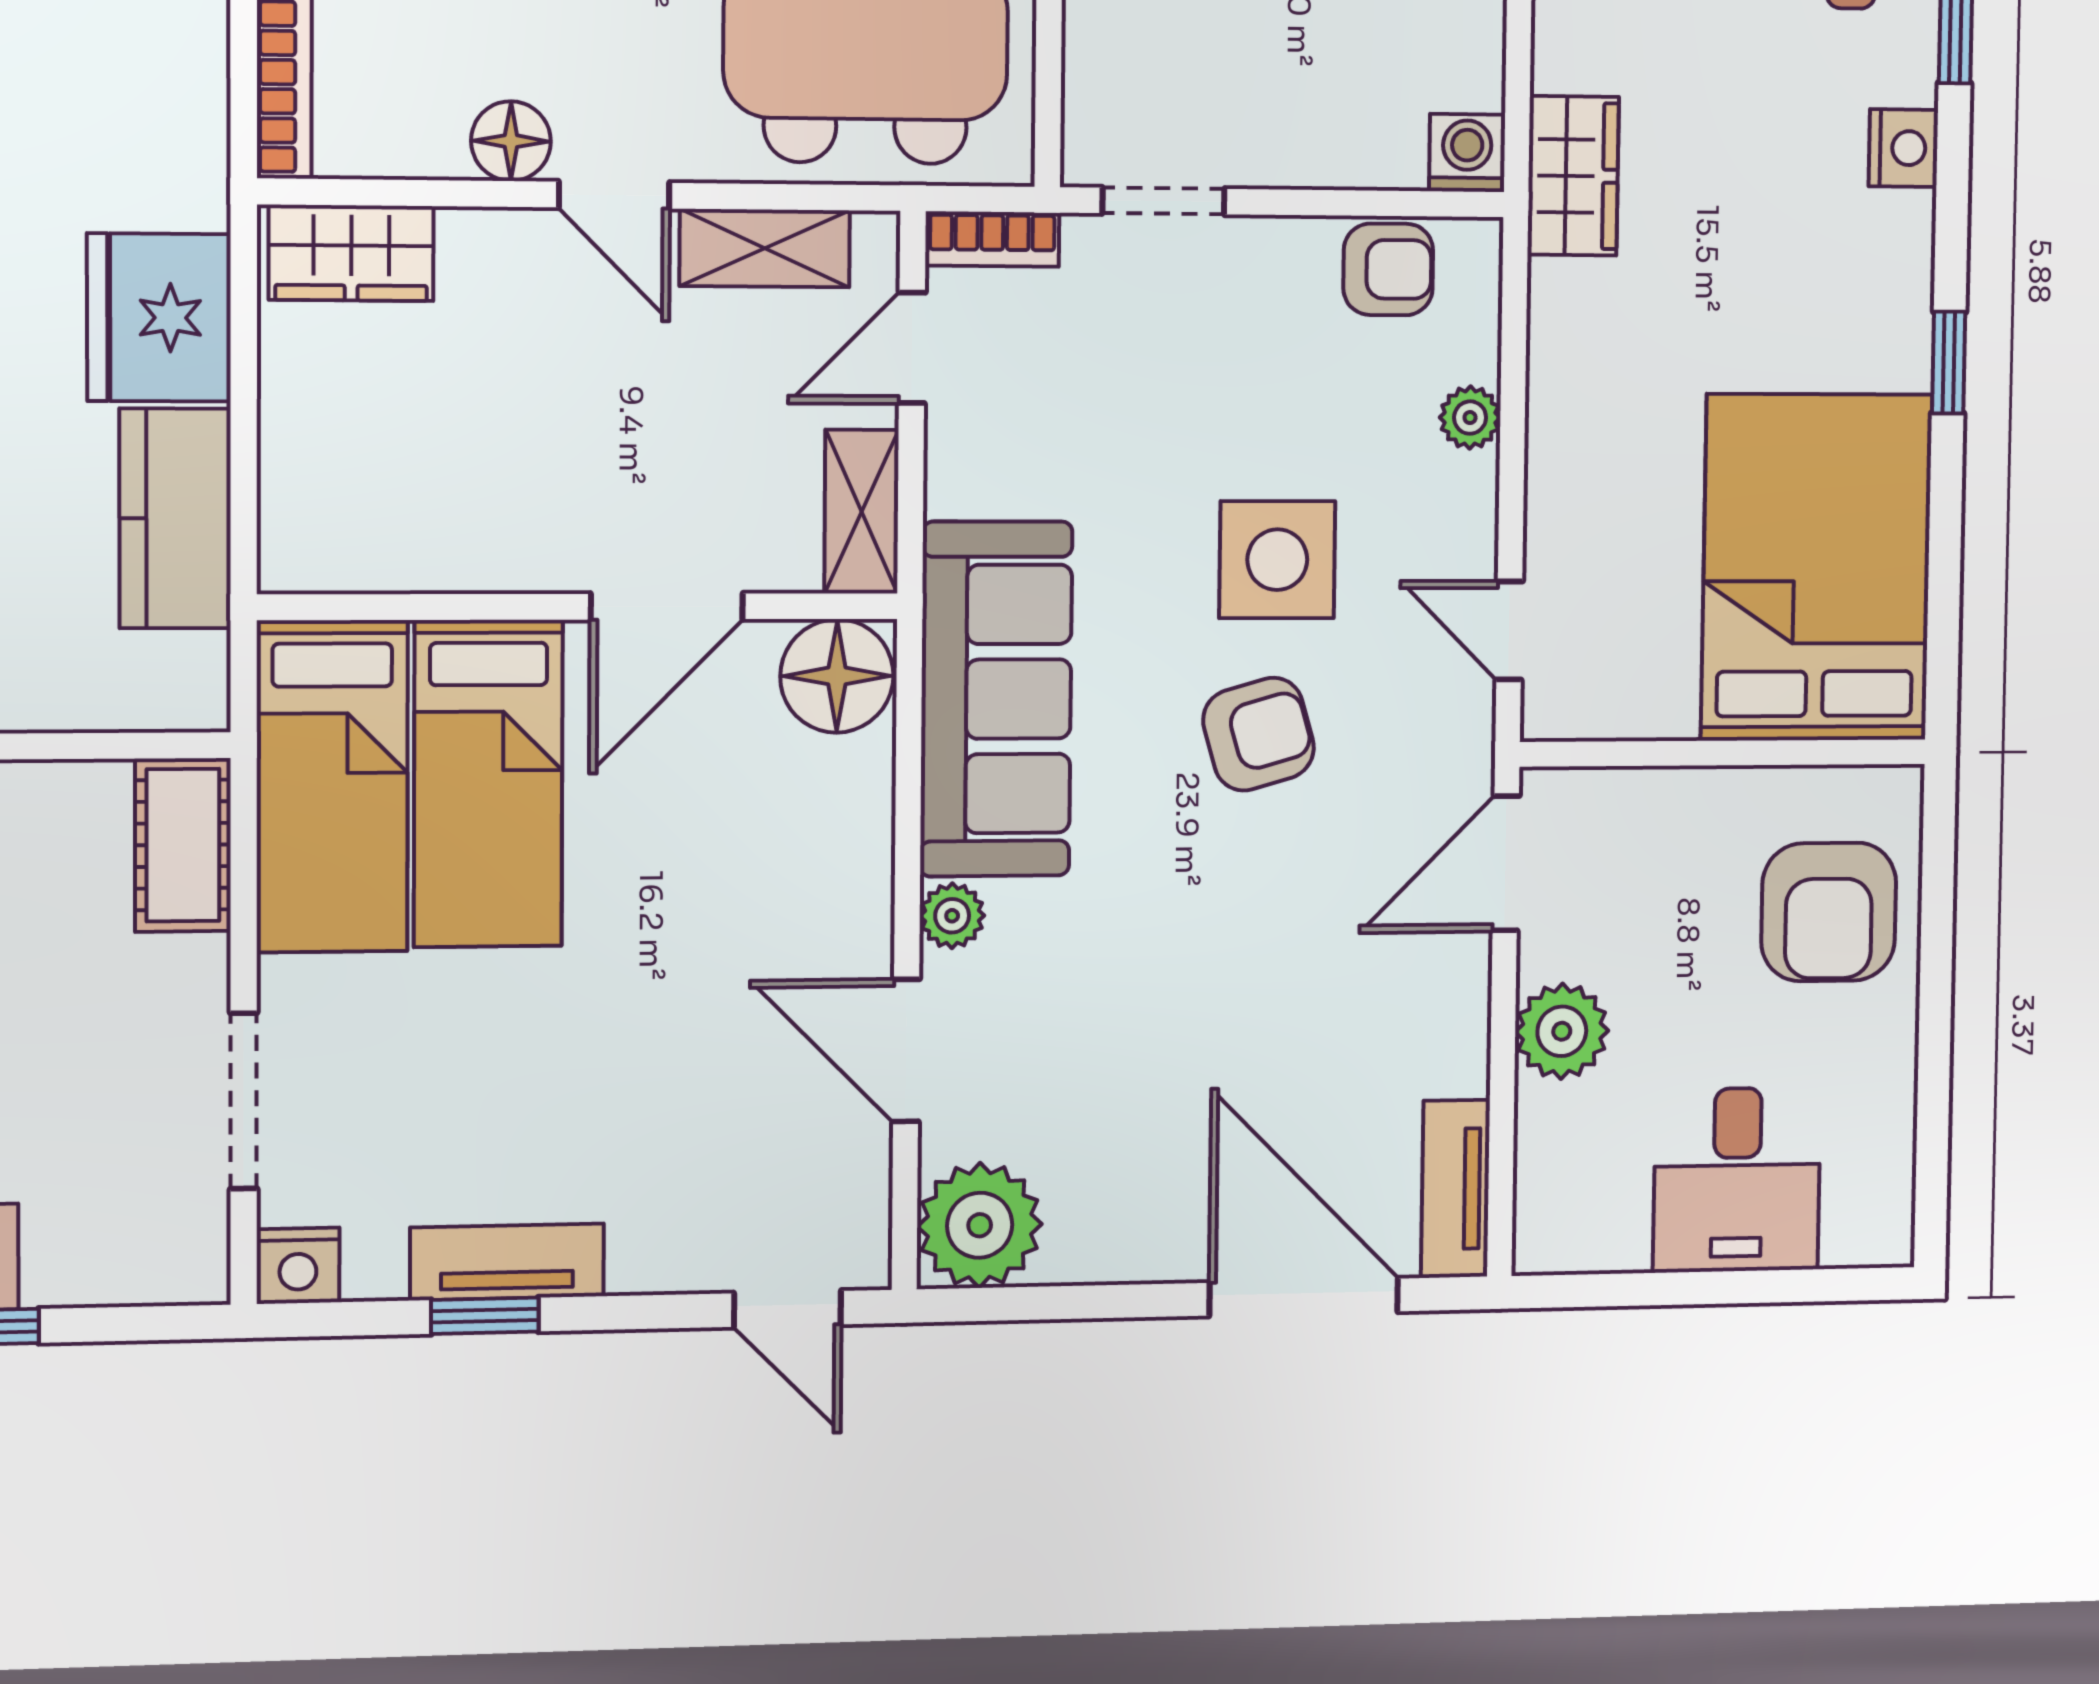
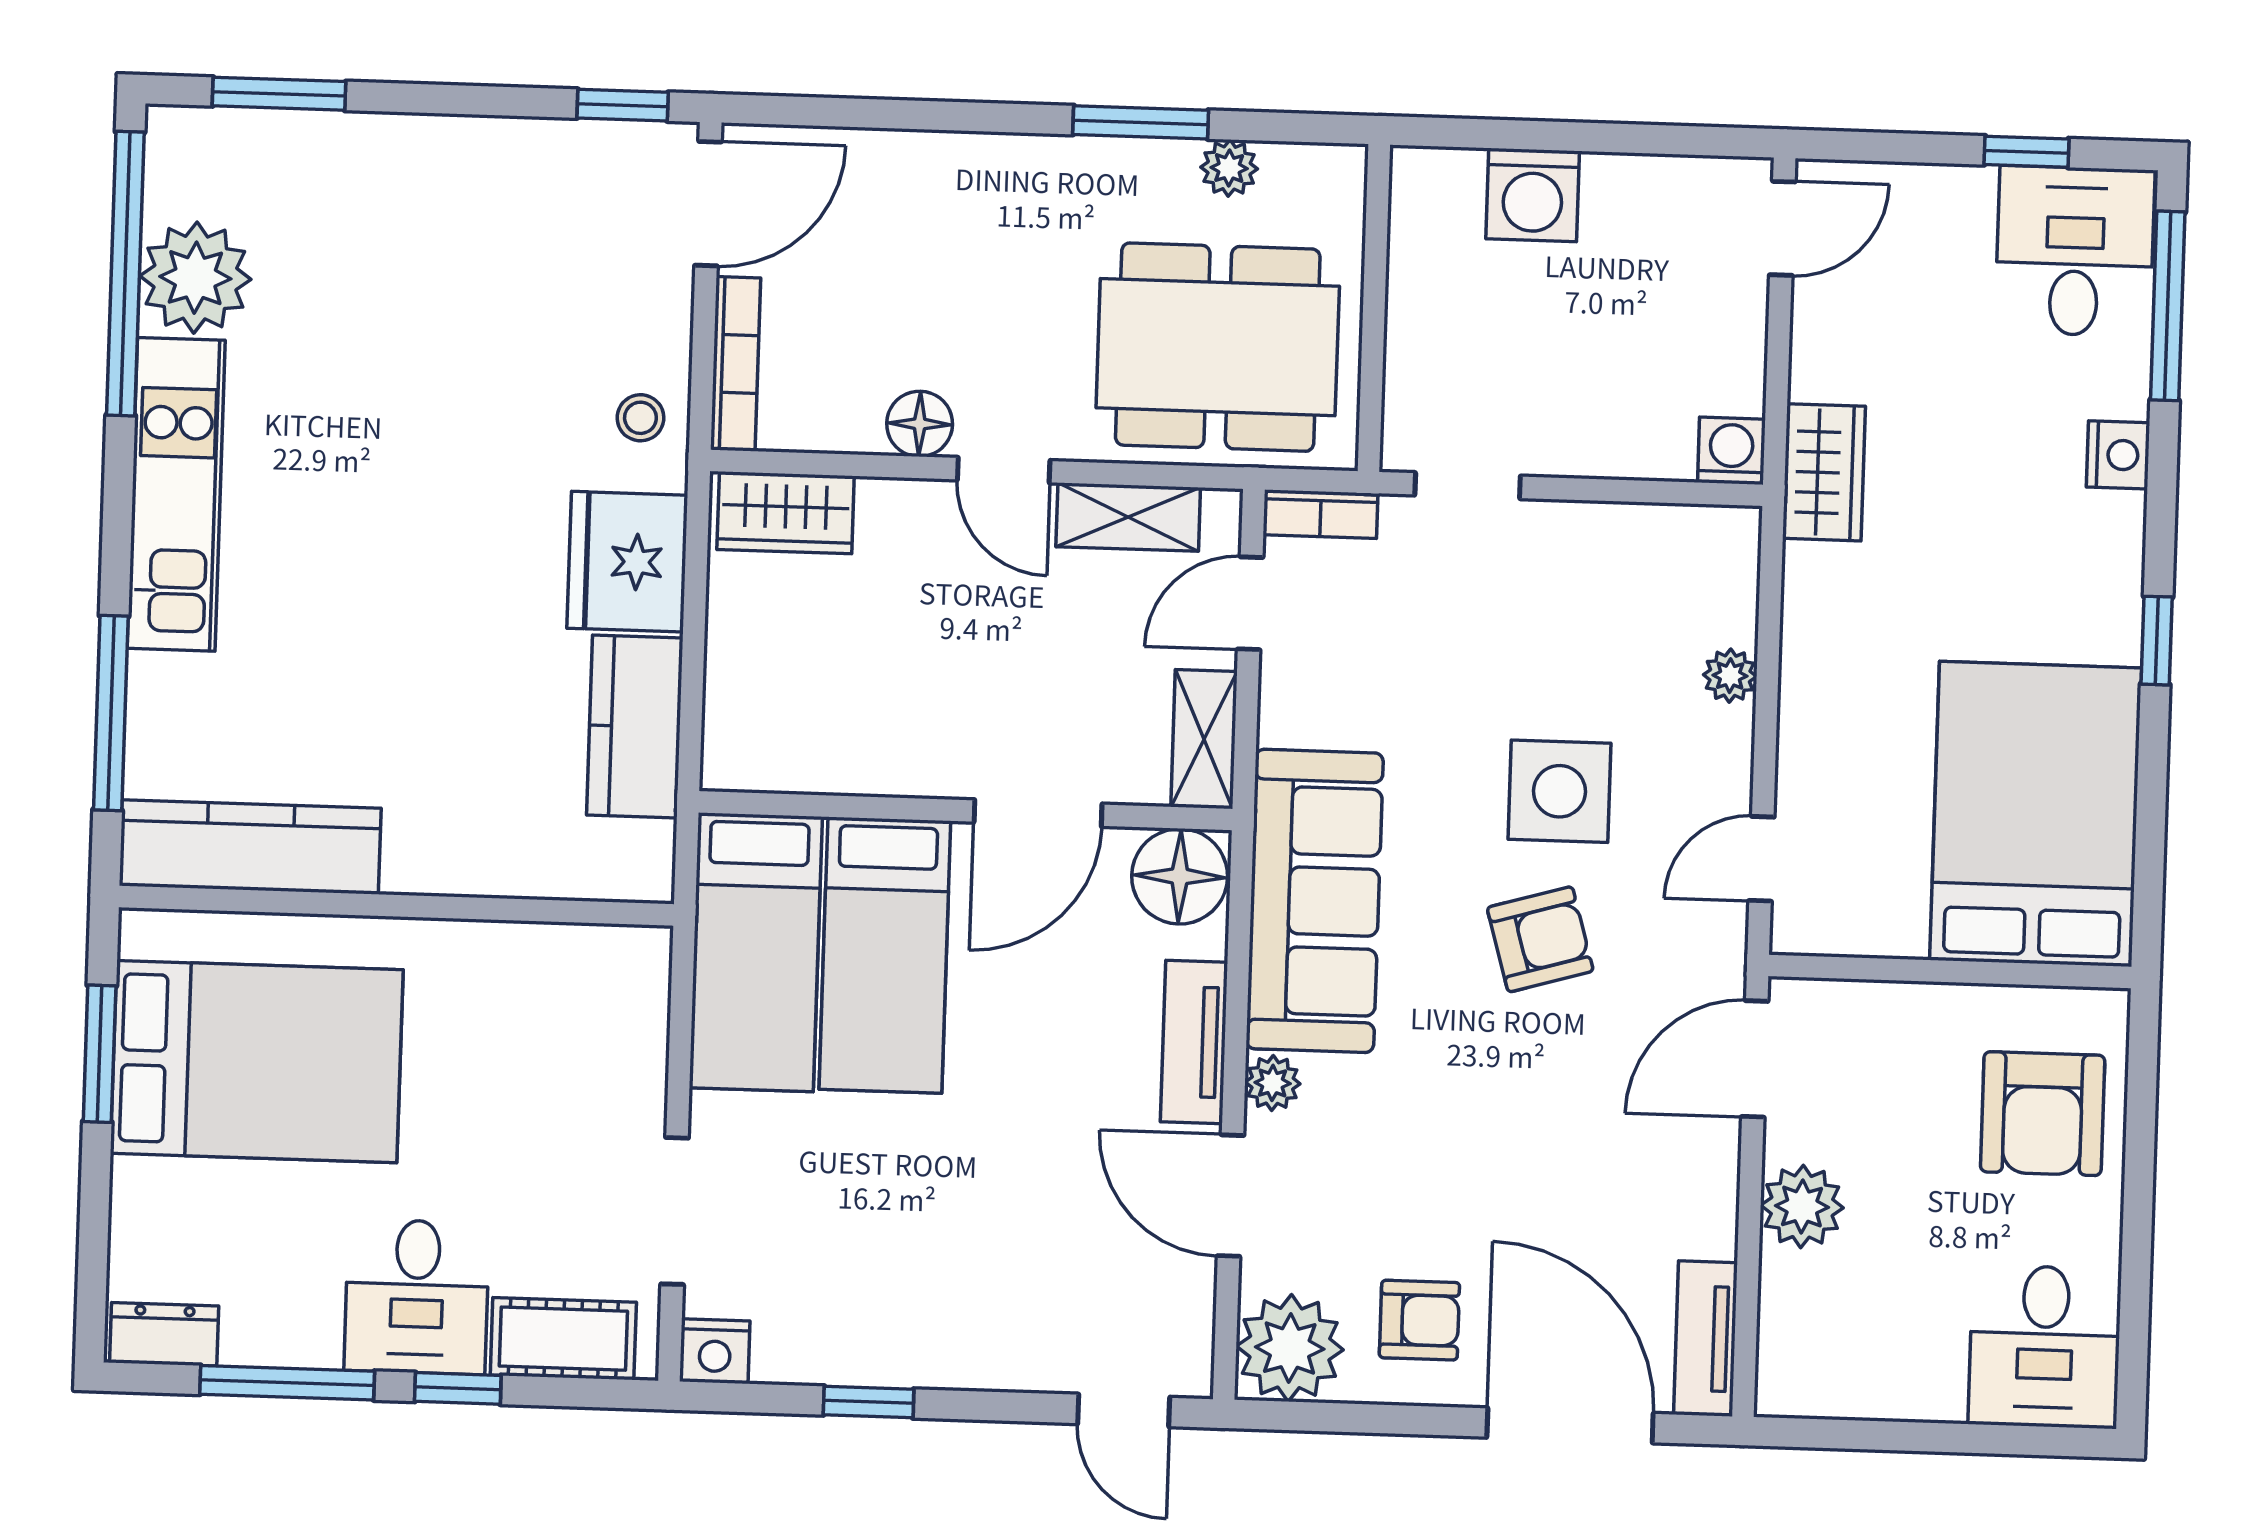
stool: (169, 141) -> (640, 418), added
armchair: (1388, 269) -> (1419, 1320), moved
door: (1509, 631) -> (1761, 859), hinge flipped
cot: (183, 845) -> (563, 1339), moved, turned 90
desk: (1737, 1180) -> (2045, 1347), moved
tv unit: (507, 1262) -> (1194, 1042), moved, turned -90

